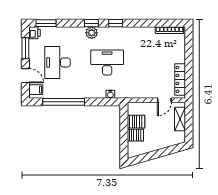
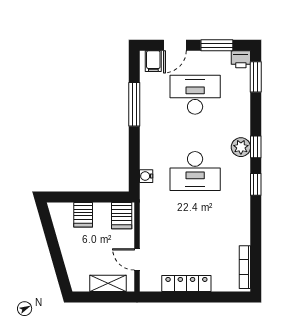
desk: (107, 63) -> (195, 171), turned 90
locker: (180, 79) -> (186, 283), moved
window: (64, 102) -> (134, 104), width x0.68
server rack: (136, 122) -> (122, 216), moved

